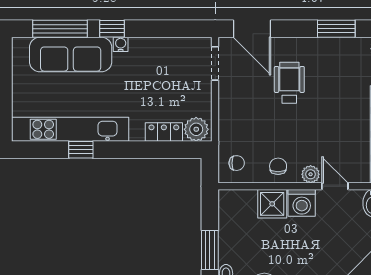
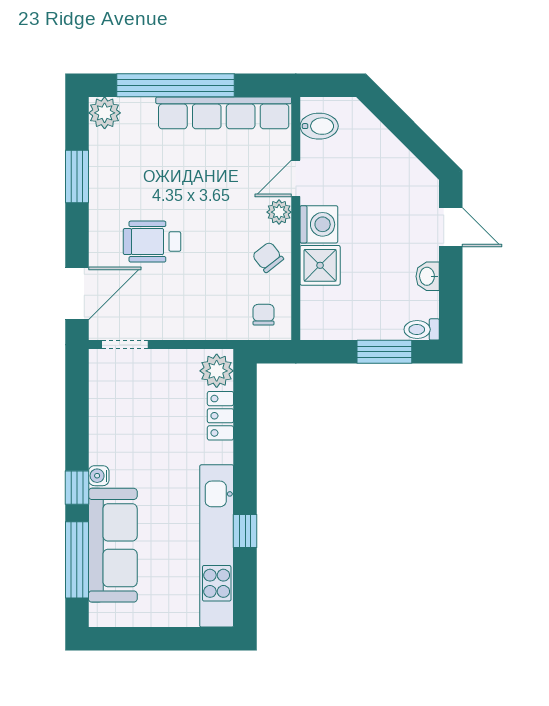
chair: (278, 166) -> (268, 257), turned 52

